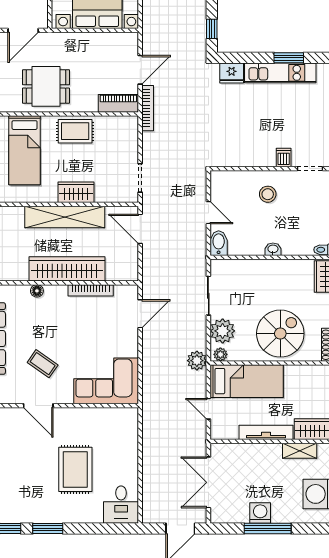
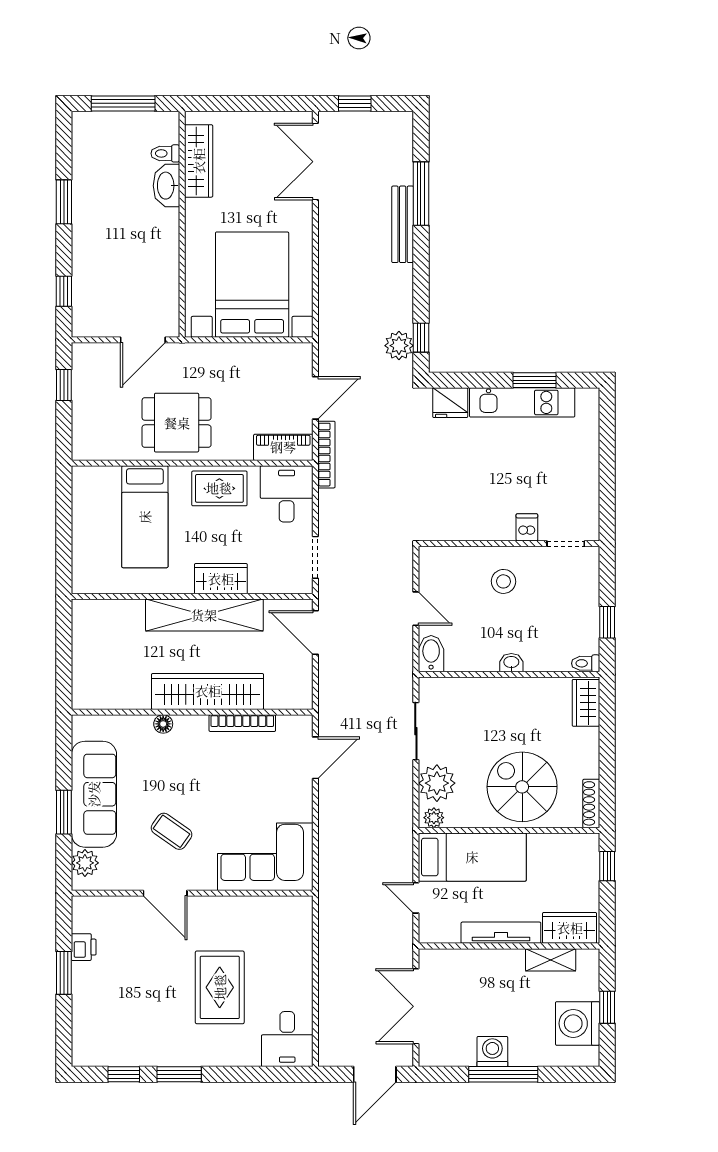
desk: (121, 135) -> (287, 494), added
spiral stairs: (280, 334) -> (522, 787), turned -90
plant: (197, 361) -> (399, 346), moved

